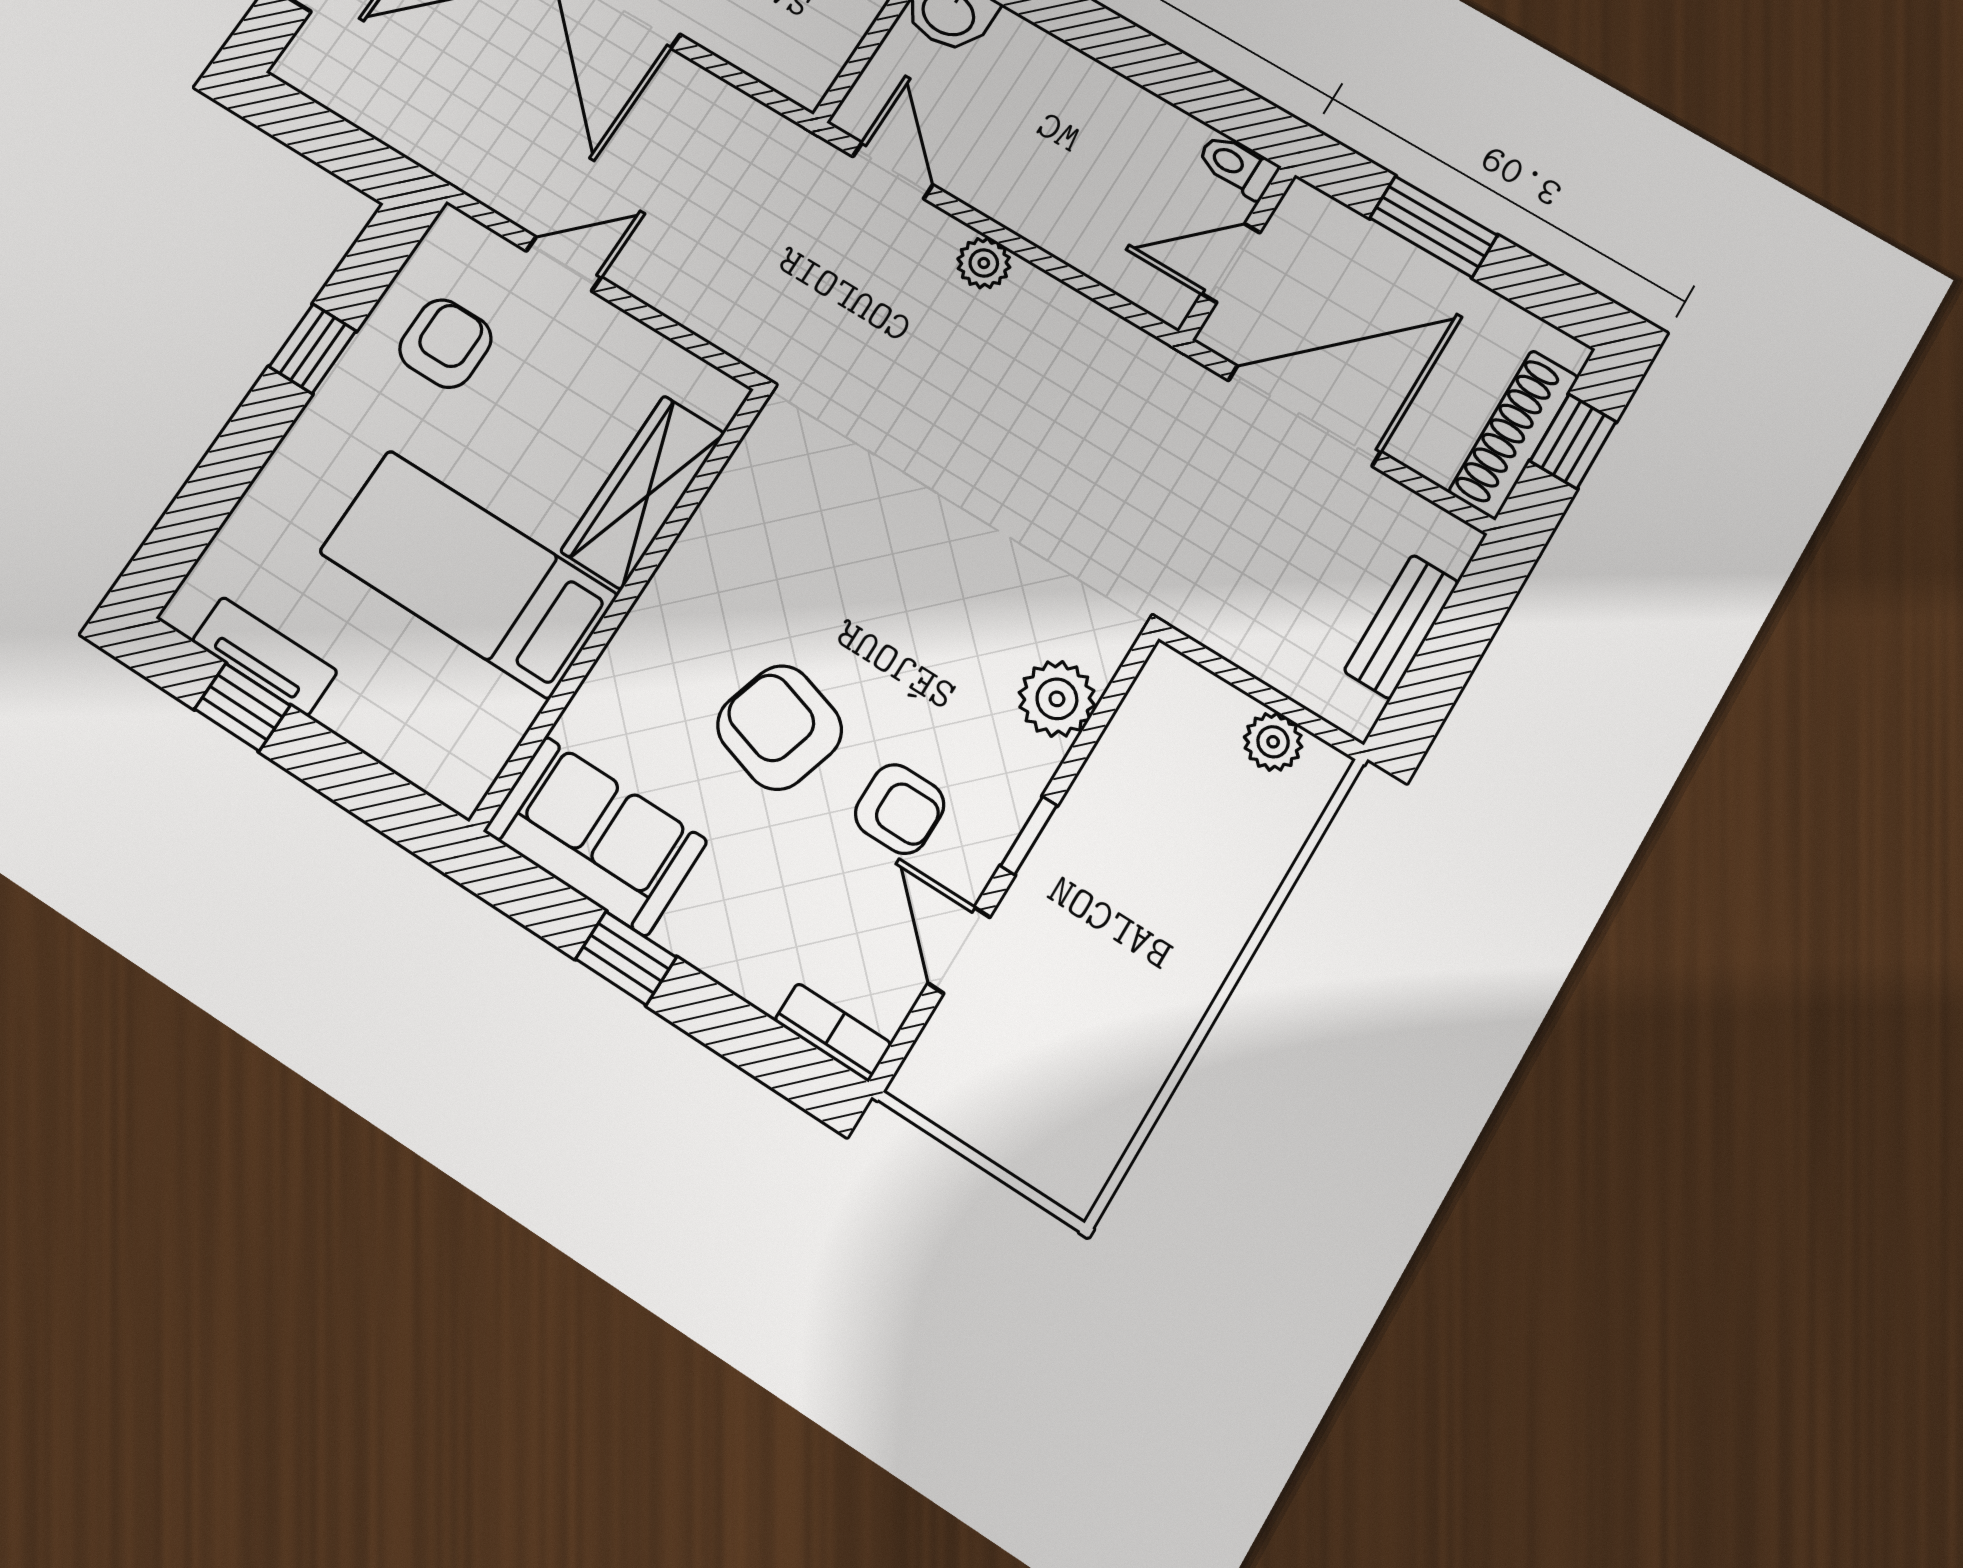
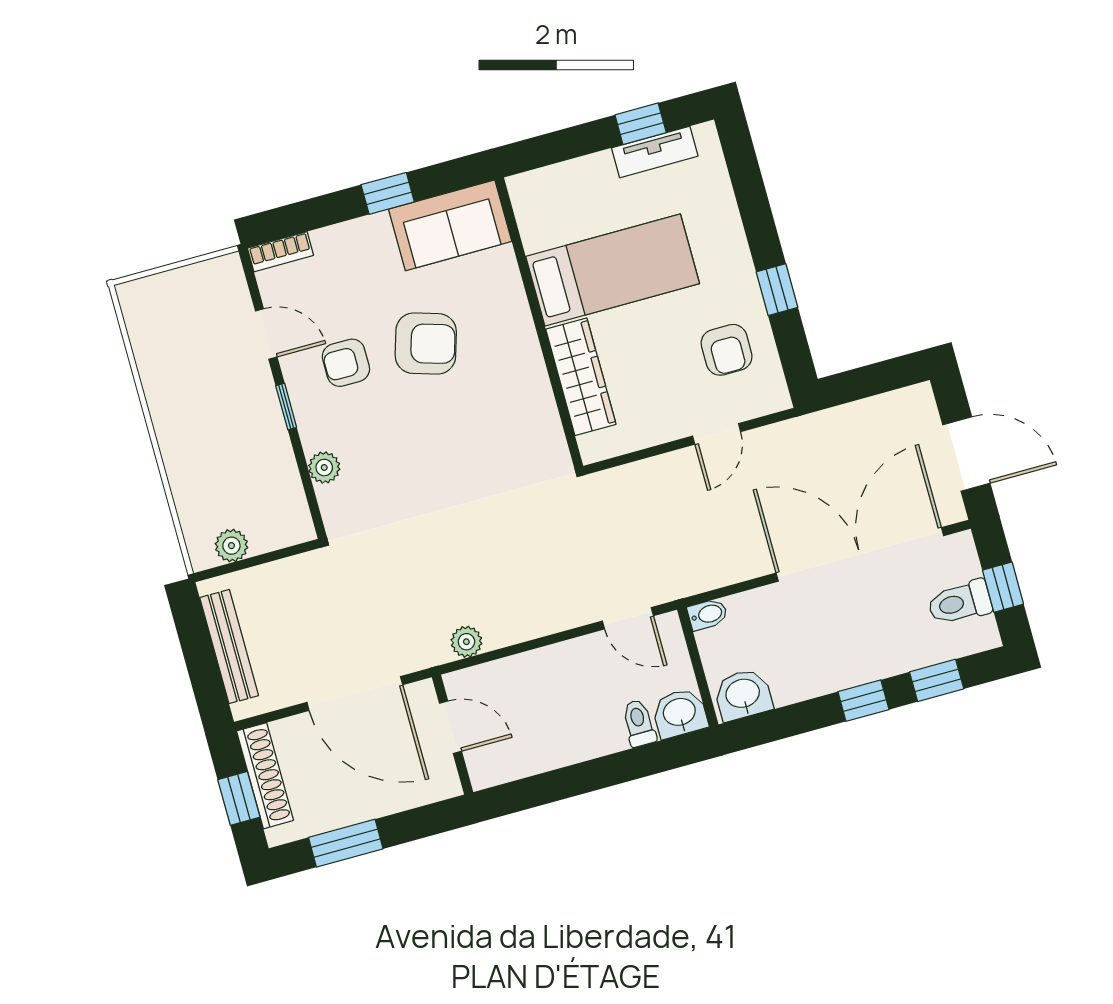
bidet: (798, 82) -> (708, 614), added
toilet: (1237, 166) -> (639, 723), moved, turned -90
window: (1434, 227) -> (346, 843), moved
plant: (984, 263) -> (466, 642), moved
door: (1231, 263) -> (450, 727), hinge flipped
door: (1304, 416) -> (355, 693), hinge flipped
bench: (1401, 627) -> (229, 647), width x1.36
plant: (1057, 699) -> (324, 468), width x0.73, depth x0.73

